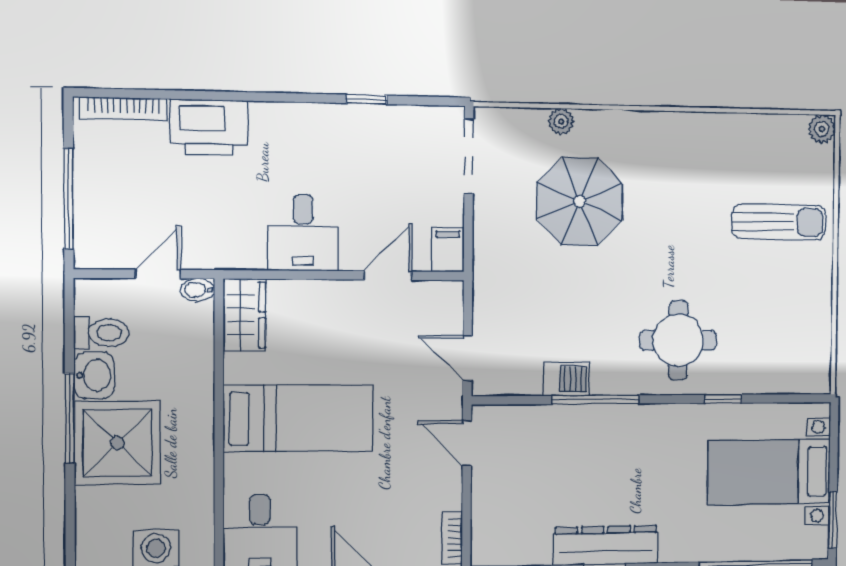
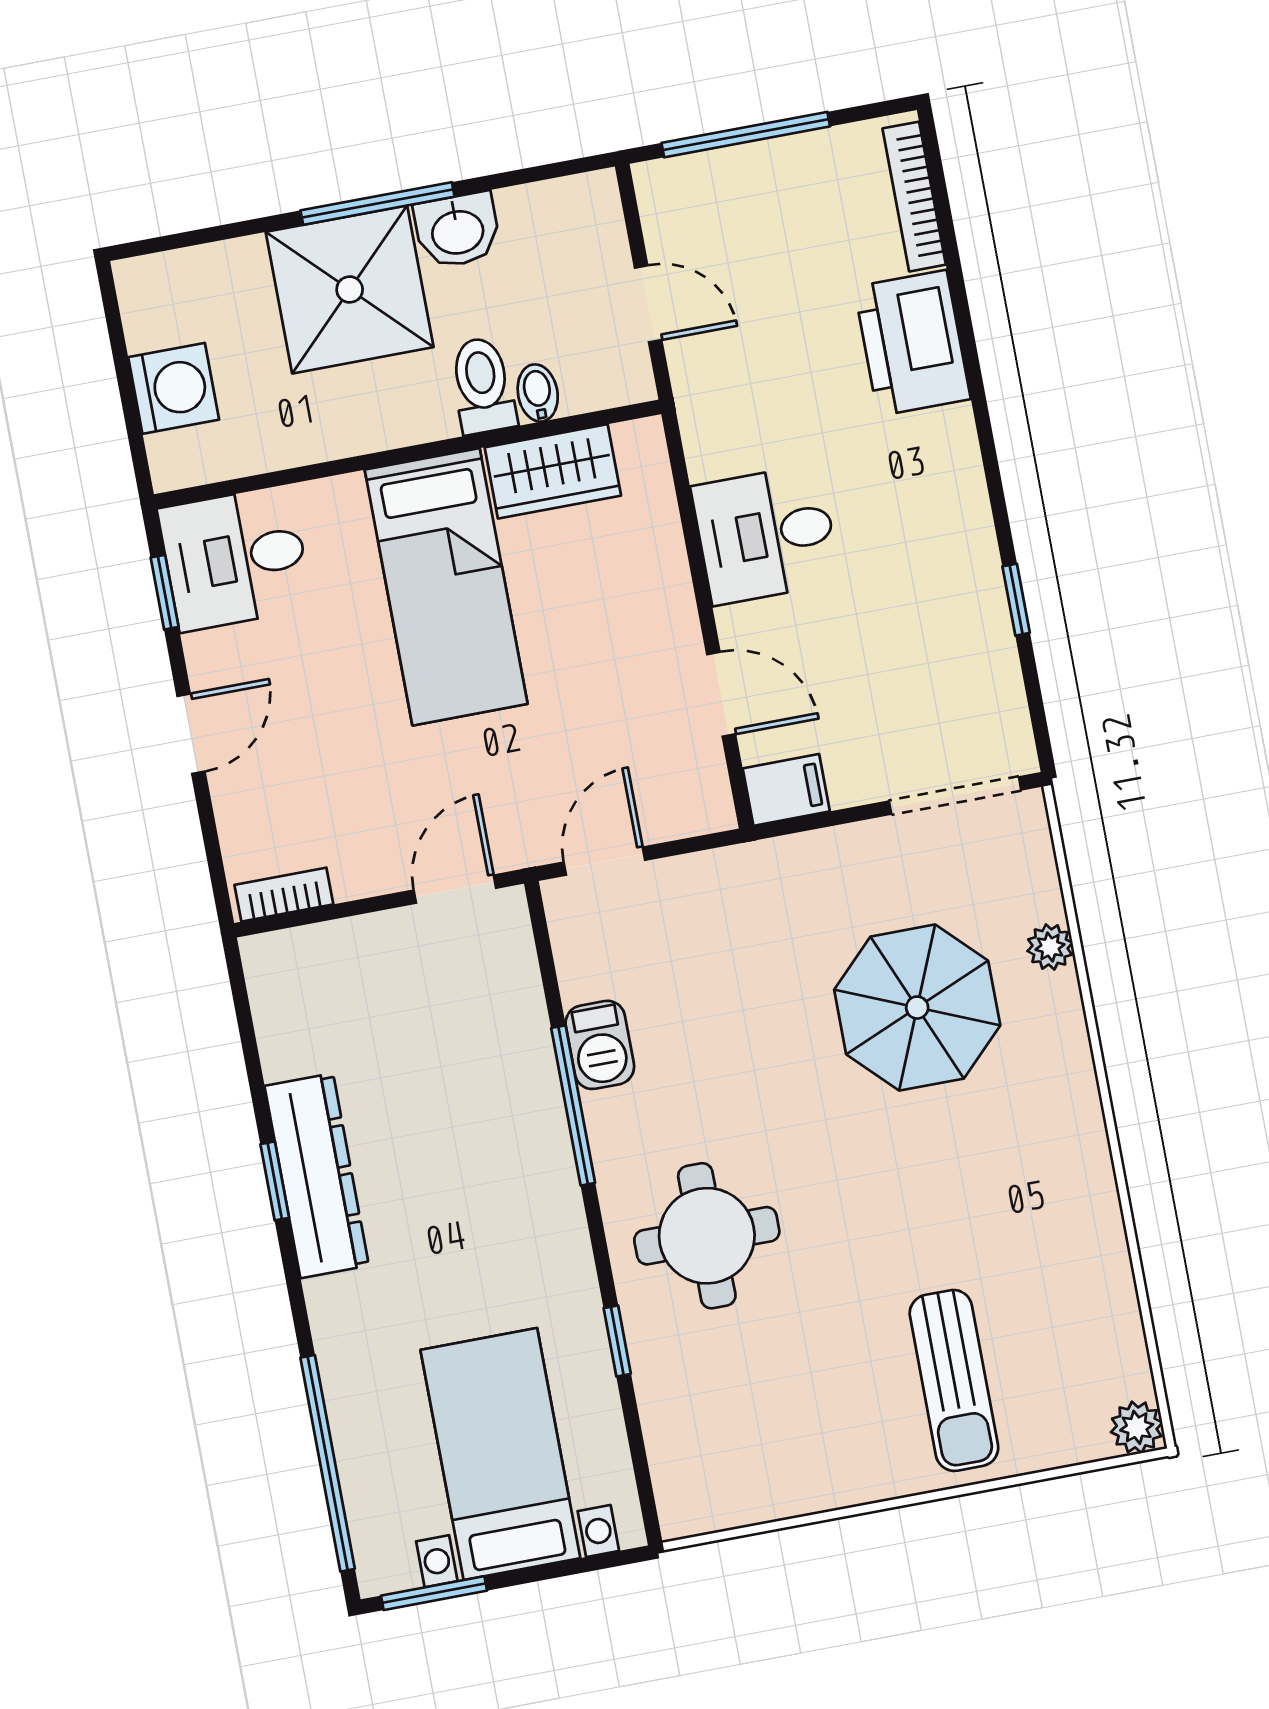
bidet: (198, 290) -> (538, 393), moved
wardrobe: (244, 315) -> (553, 471), moved
toilet: (102, 333) -> (483, 385), moved, turned 180

